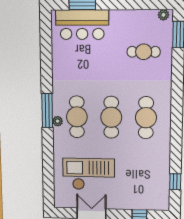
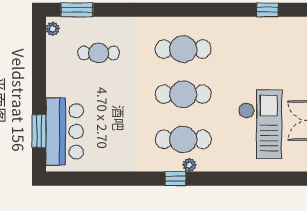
cafe table: (144, 52) -> (99, 53), turned 90
window: (47, 111) -> (175, 179), width x0.46
checkout: (89, 174) -> (260, 124), turned 180

